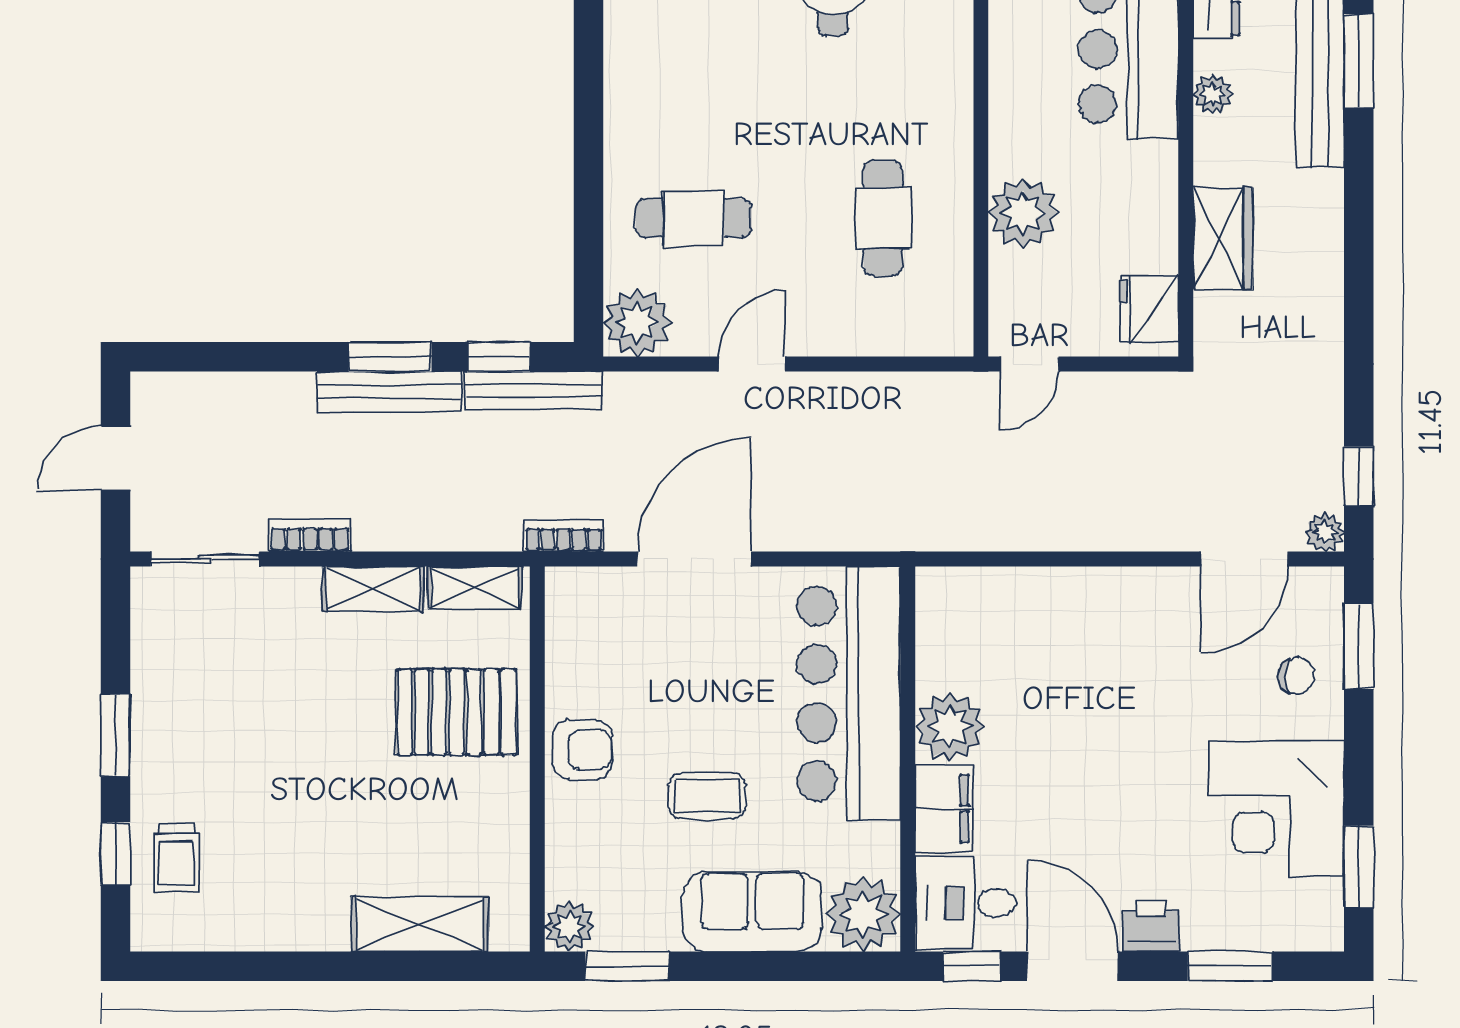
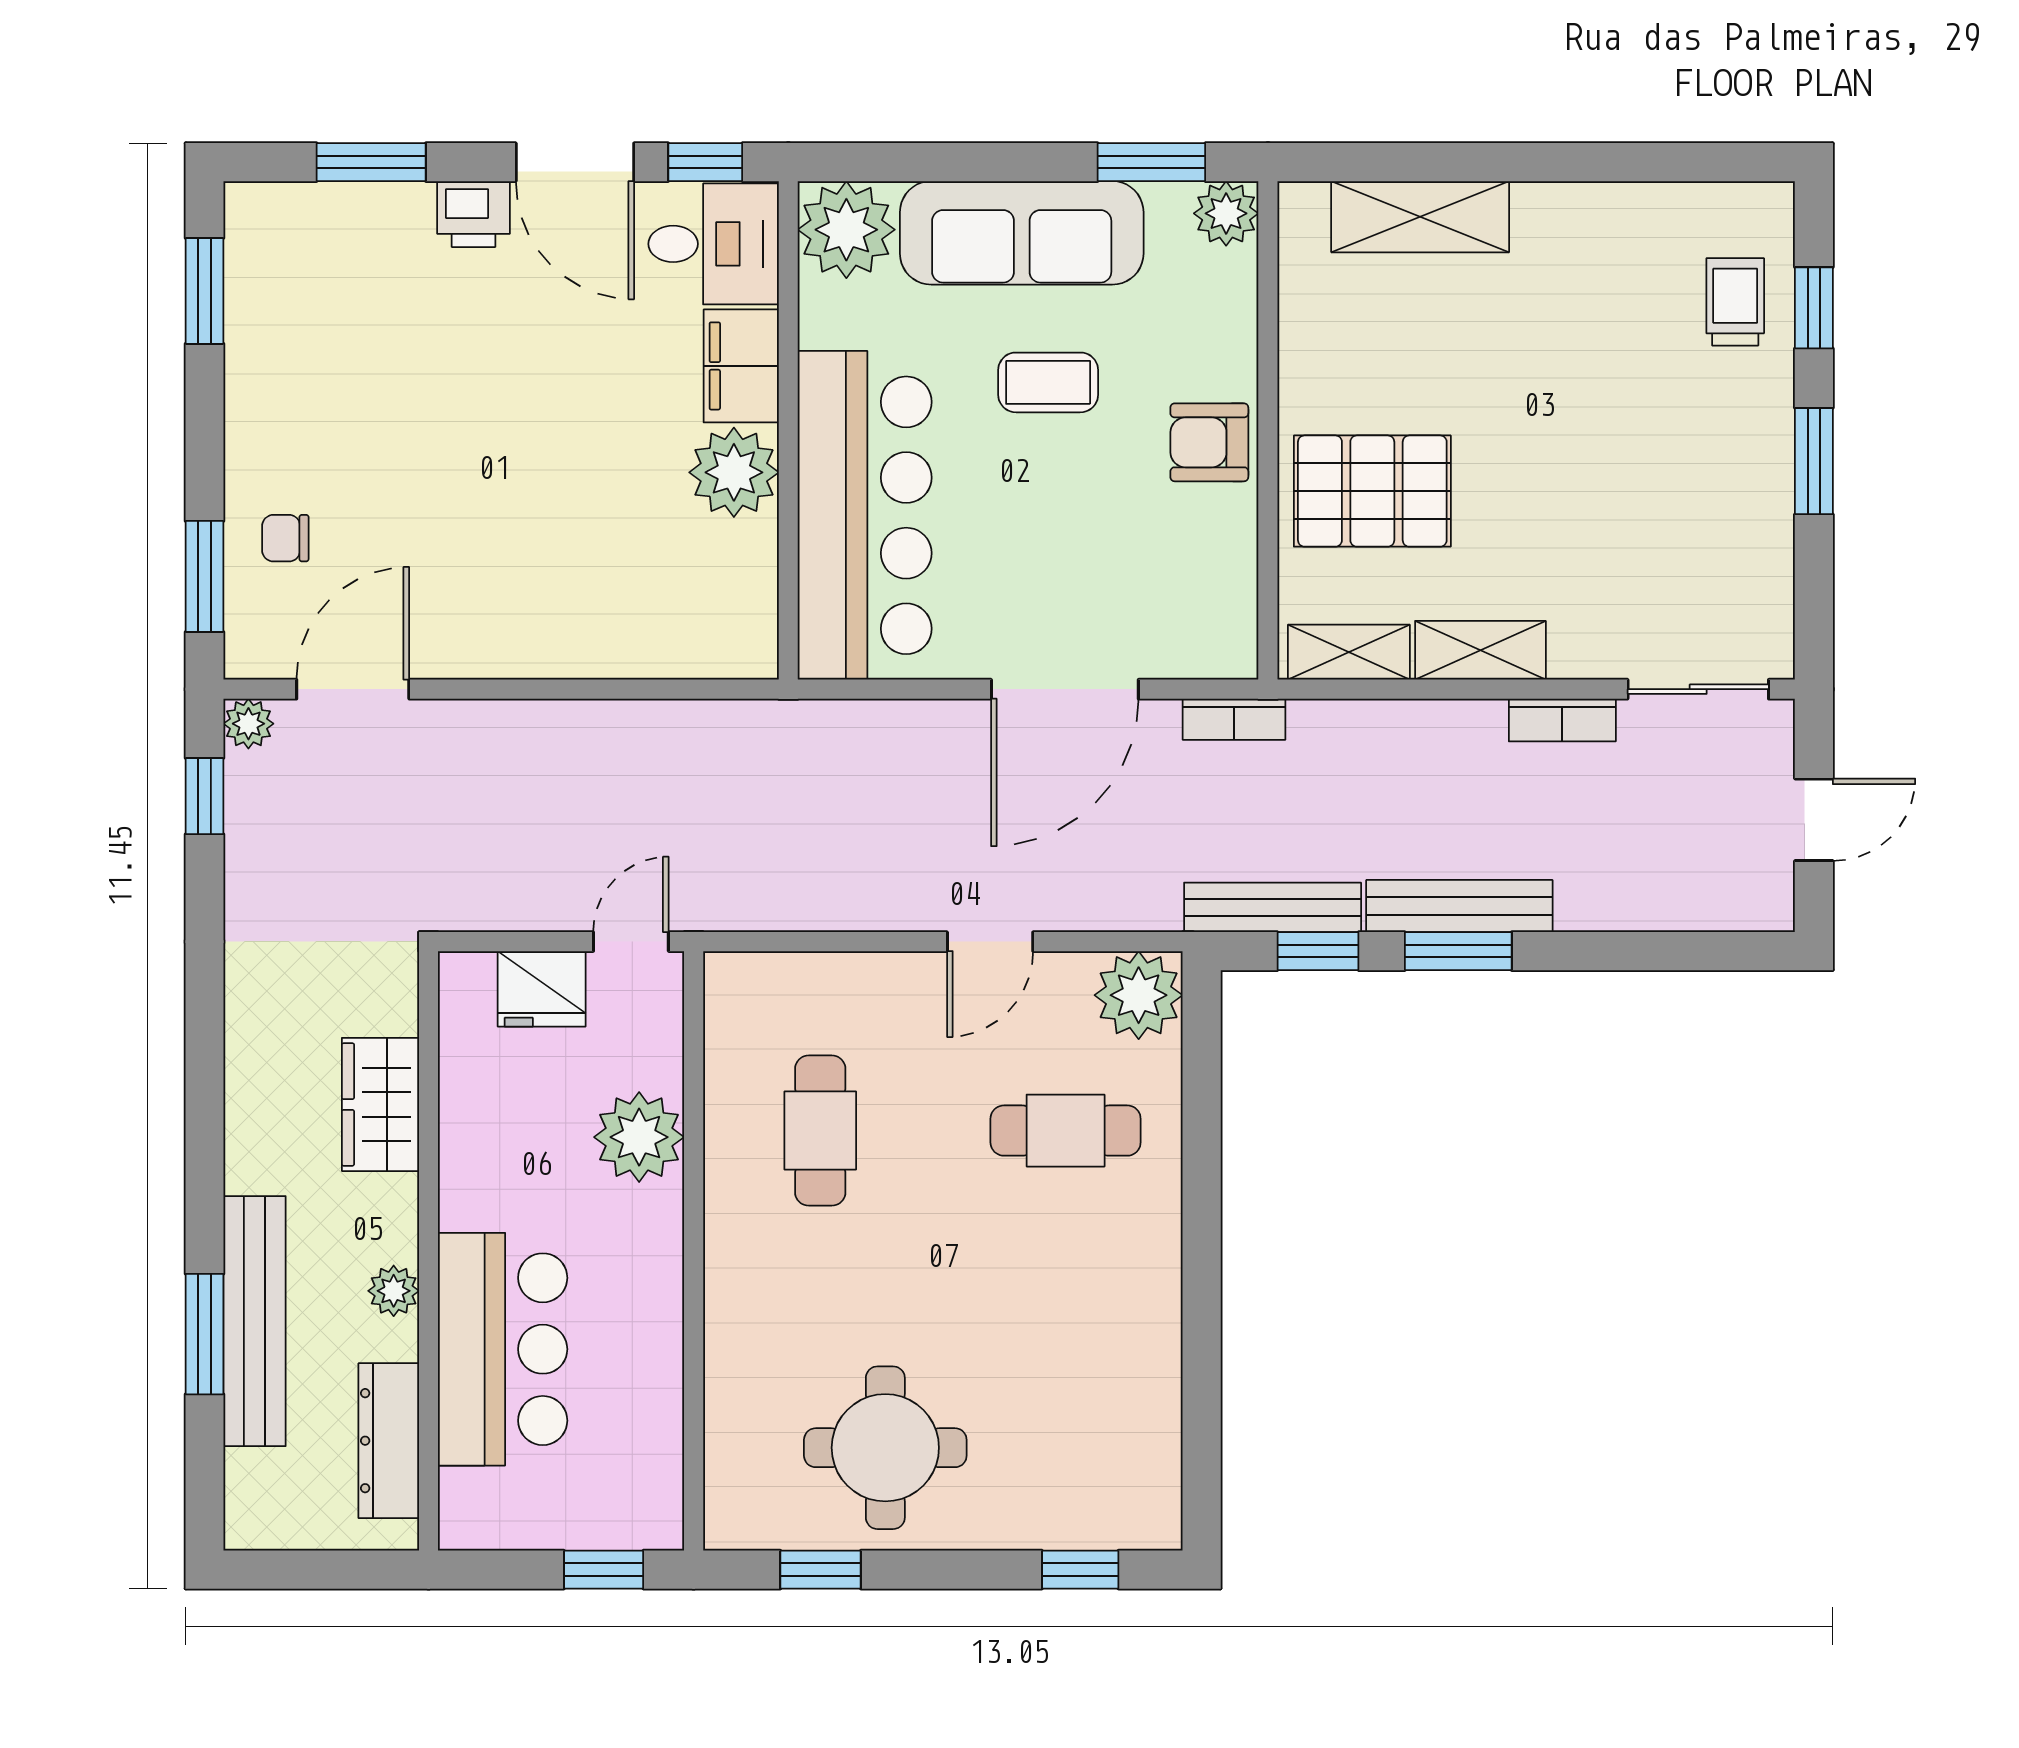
fridge: (1149, 308) -> (542, 989), moved, turned 90
corner desk: (1276, 809) -> (311, 365), removed
sofa: (752, 912) -> (1022, 233), width x1.36

